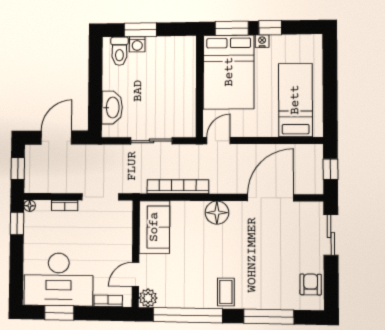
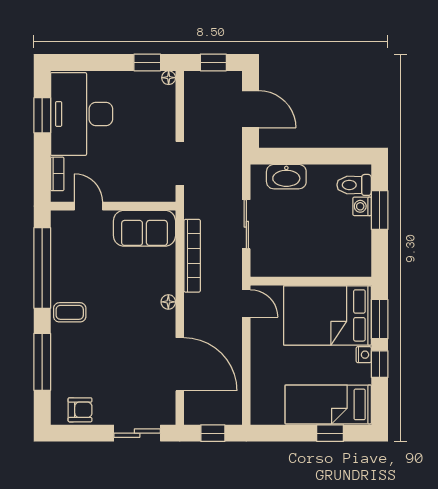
window: (330, 69) -> (330, 433), added
bed: (295, 100) -> (328, 404), moved, turned 180
bookcase: (65, 205) -> (169, 120), removed
floor lamp: (217, 213) -> (168, 302), width x0.53, depth x0.53
plant: (148, 298) -> (61, 221), removed

